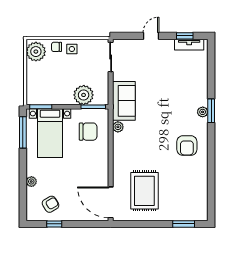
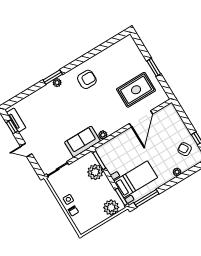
plant: (36, 52) -> (111, 207), moved
chair: (88, 132) -> (119, 154), removed
door: (111, 202) -> (141, 119), moved
window: (184, 224) -> (154, 67), moved

